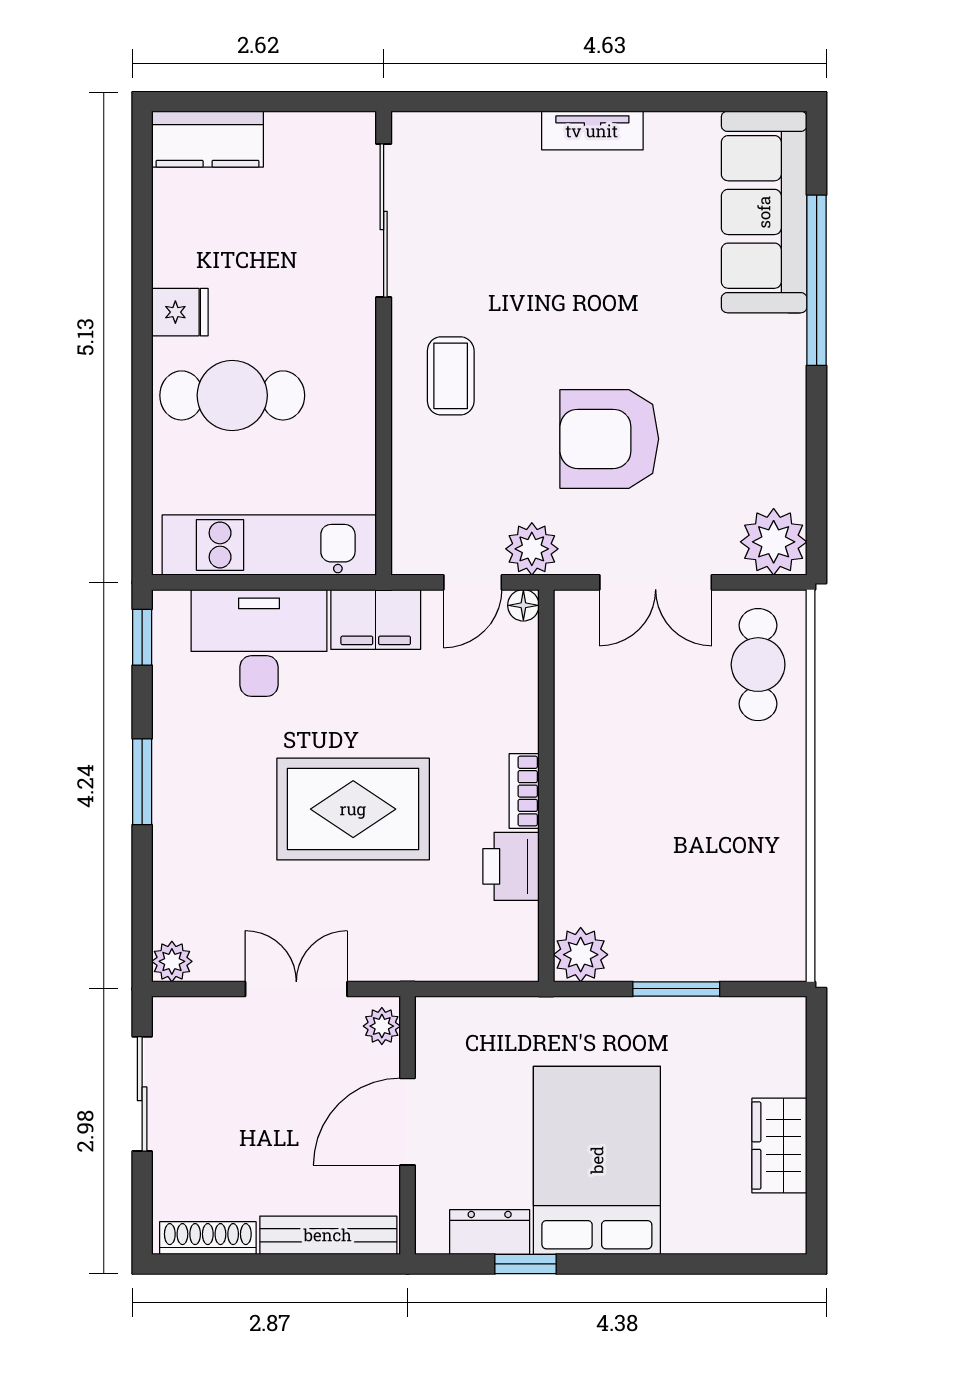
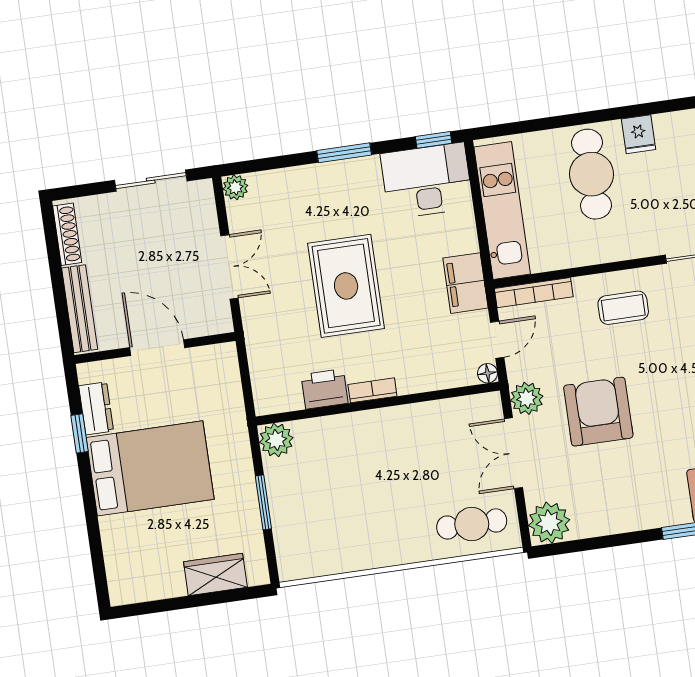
bookcase: (407, 514) -> (534, 293), added
plant: (532, 549) -> (527, 398), moved
door: (473, 582) -> (497, 340), swing flipped
desk: (259, 643) -> (427, 181), moved, turned -90
plant: (382, 1026) -> (214, 323), removed
wardrobe: (779, 1146) -> (215, 574), moved

